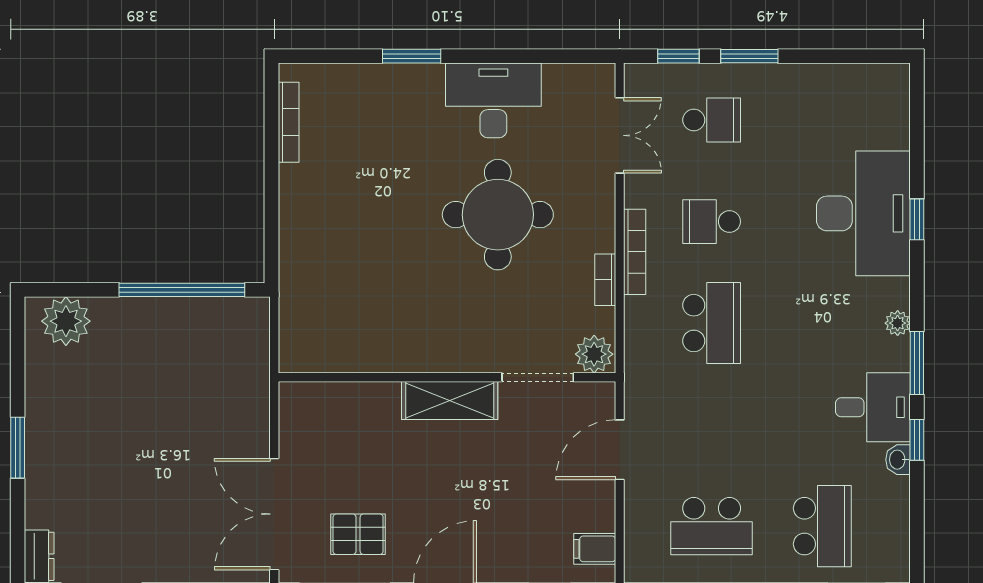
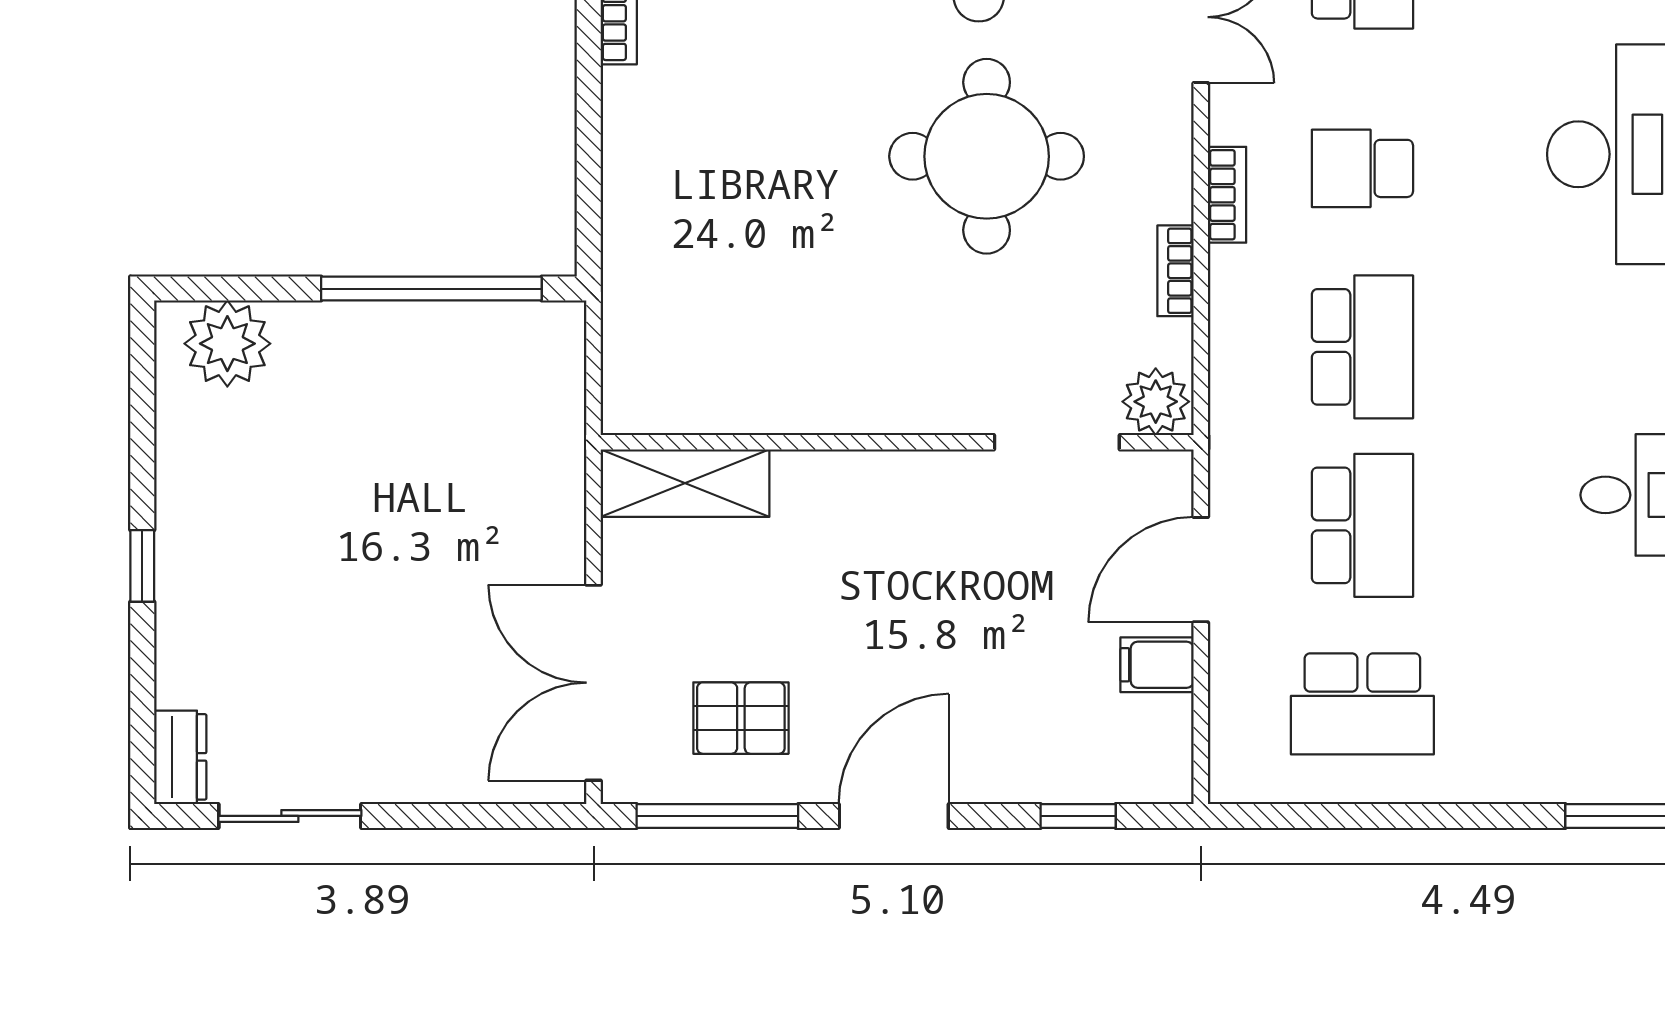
bookcase: (635, 252) -> (1227, 195), width x0.64
shelving: (450, 401) -> (685, 483), moved
window: (18, 448) -> (142, 566), width x0.67
school desk: (822, 526) -> (1362, 525), moved
filing cabinet: (595, 549) -> (1157, 665), moved

